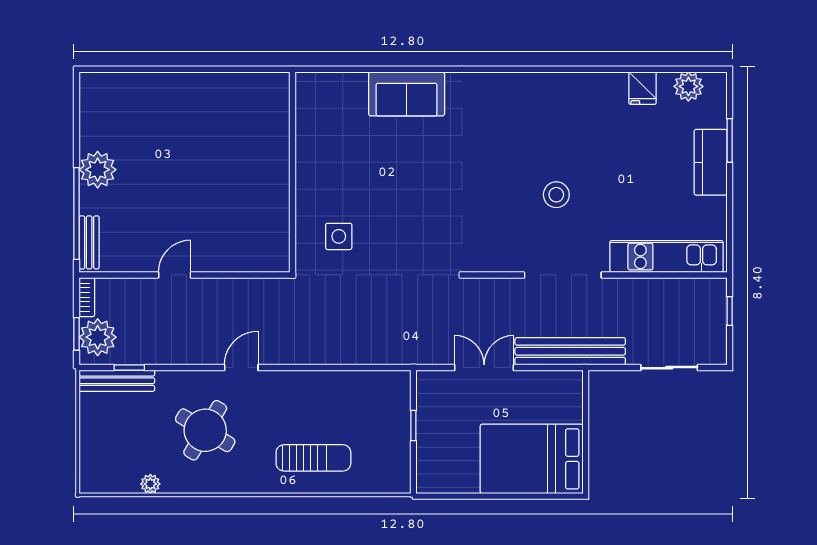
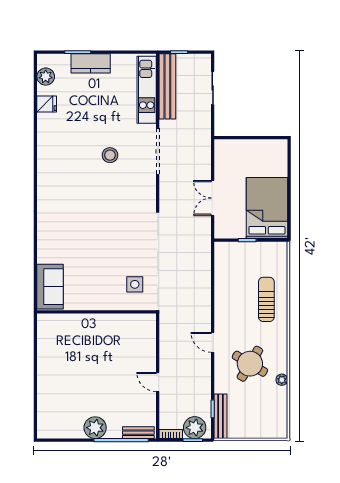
sofa: (407, 94) -> (50, 287), moved
bench: (570, 351) -> (167, 86), moved
bed: (532, 459) -> (267, 208), moved, turned 180
plant: (150, 484) -> (282, 380), moved

